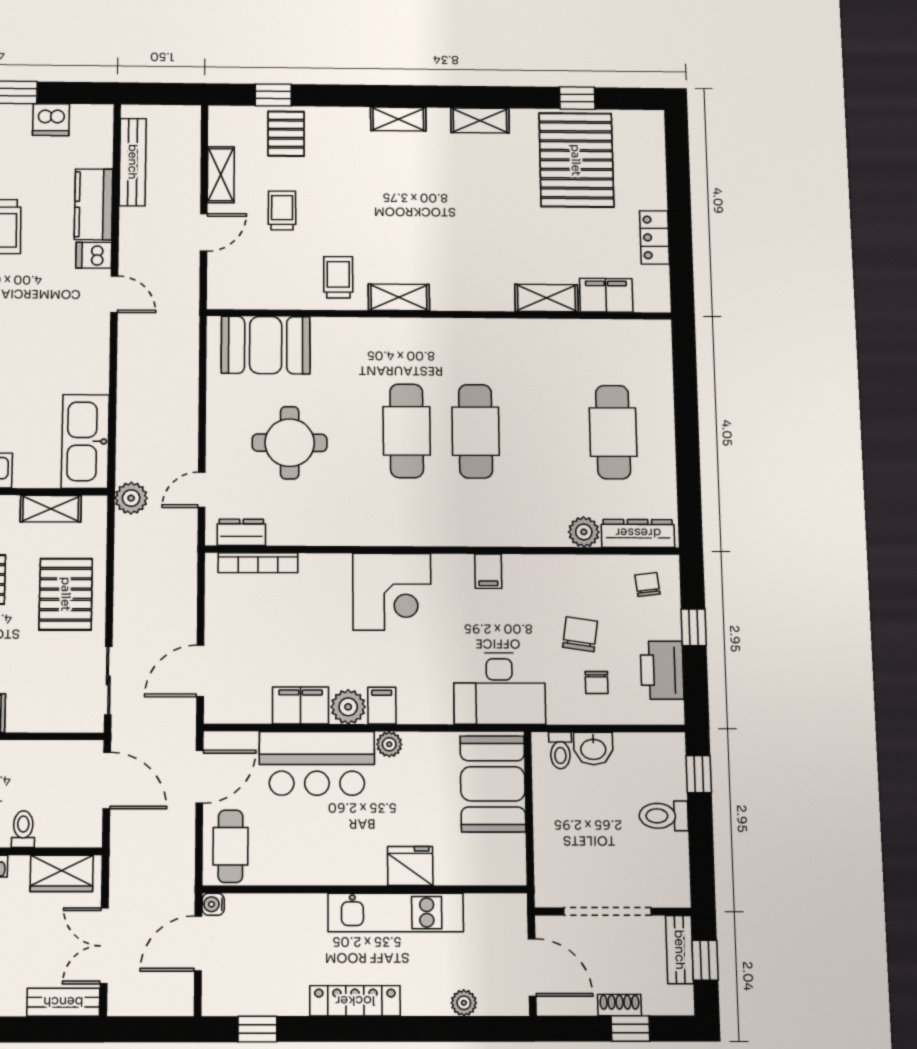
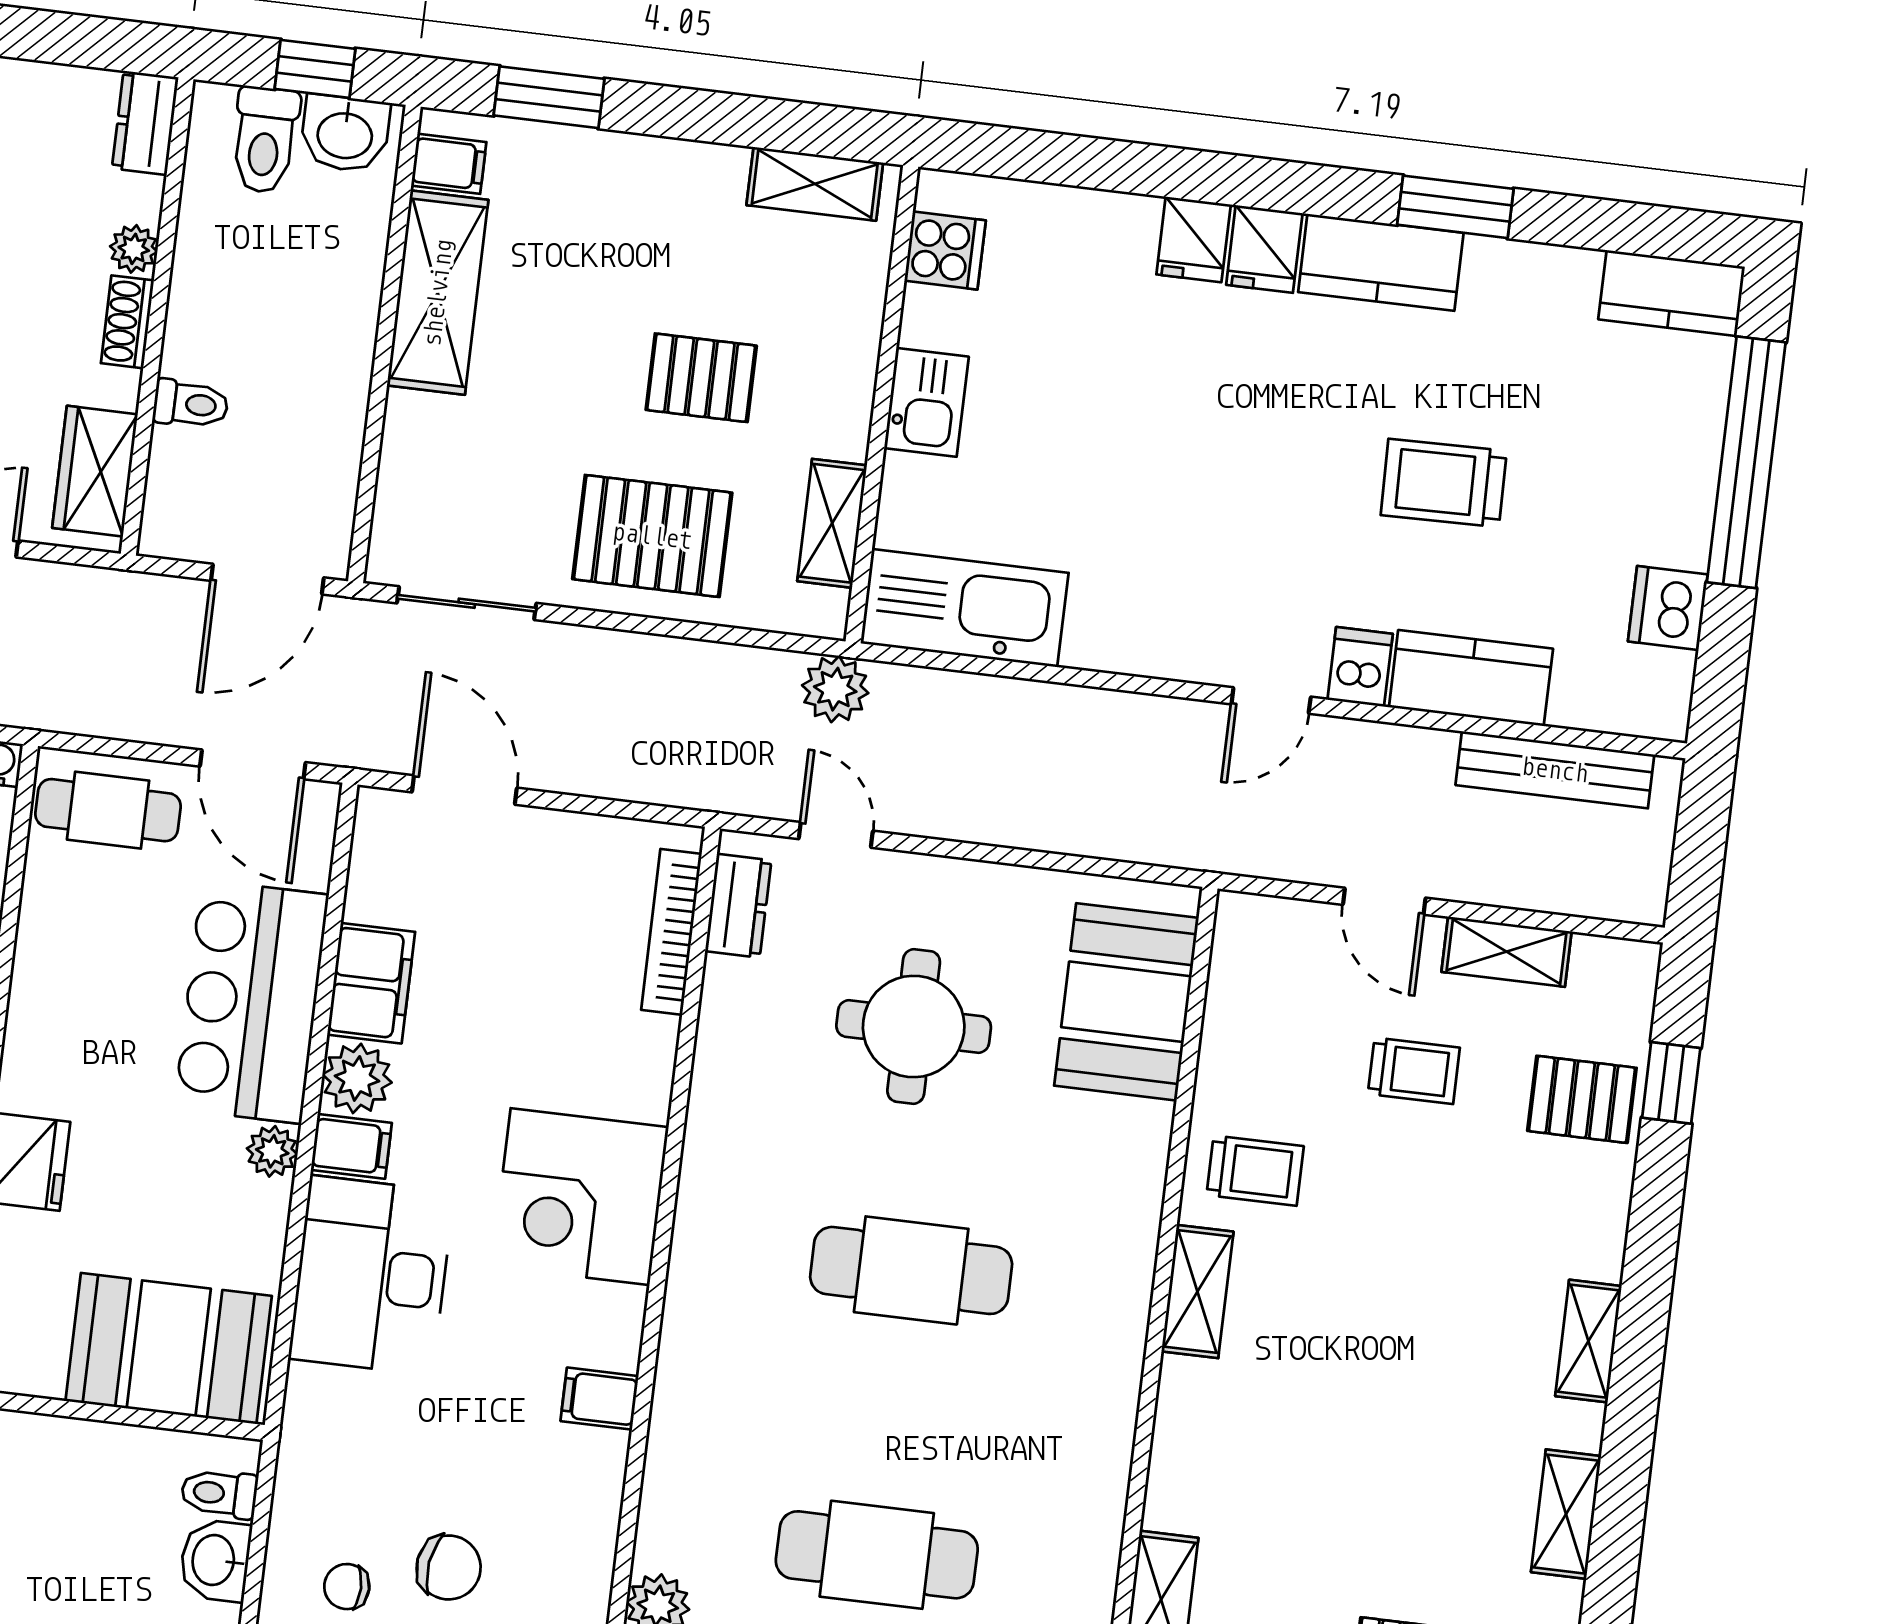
cafe table: (476, 431) -> (877, 1555), moved
desk: (499, 689) -> (371, 1275), moved

